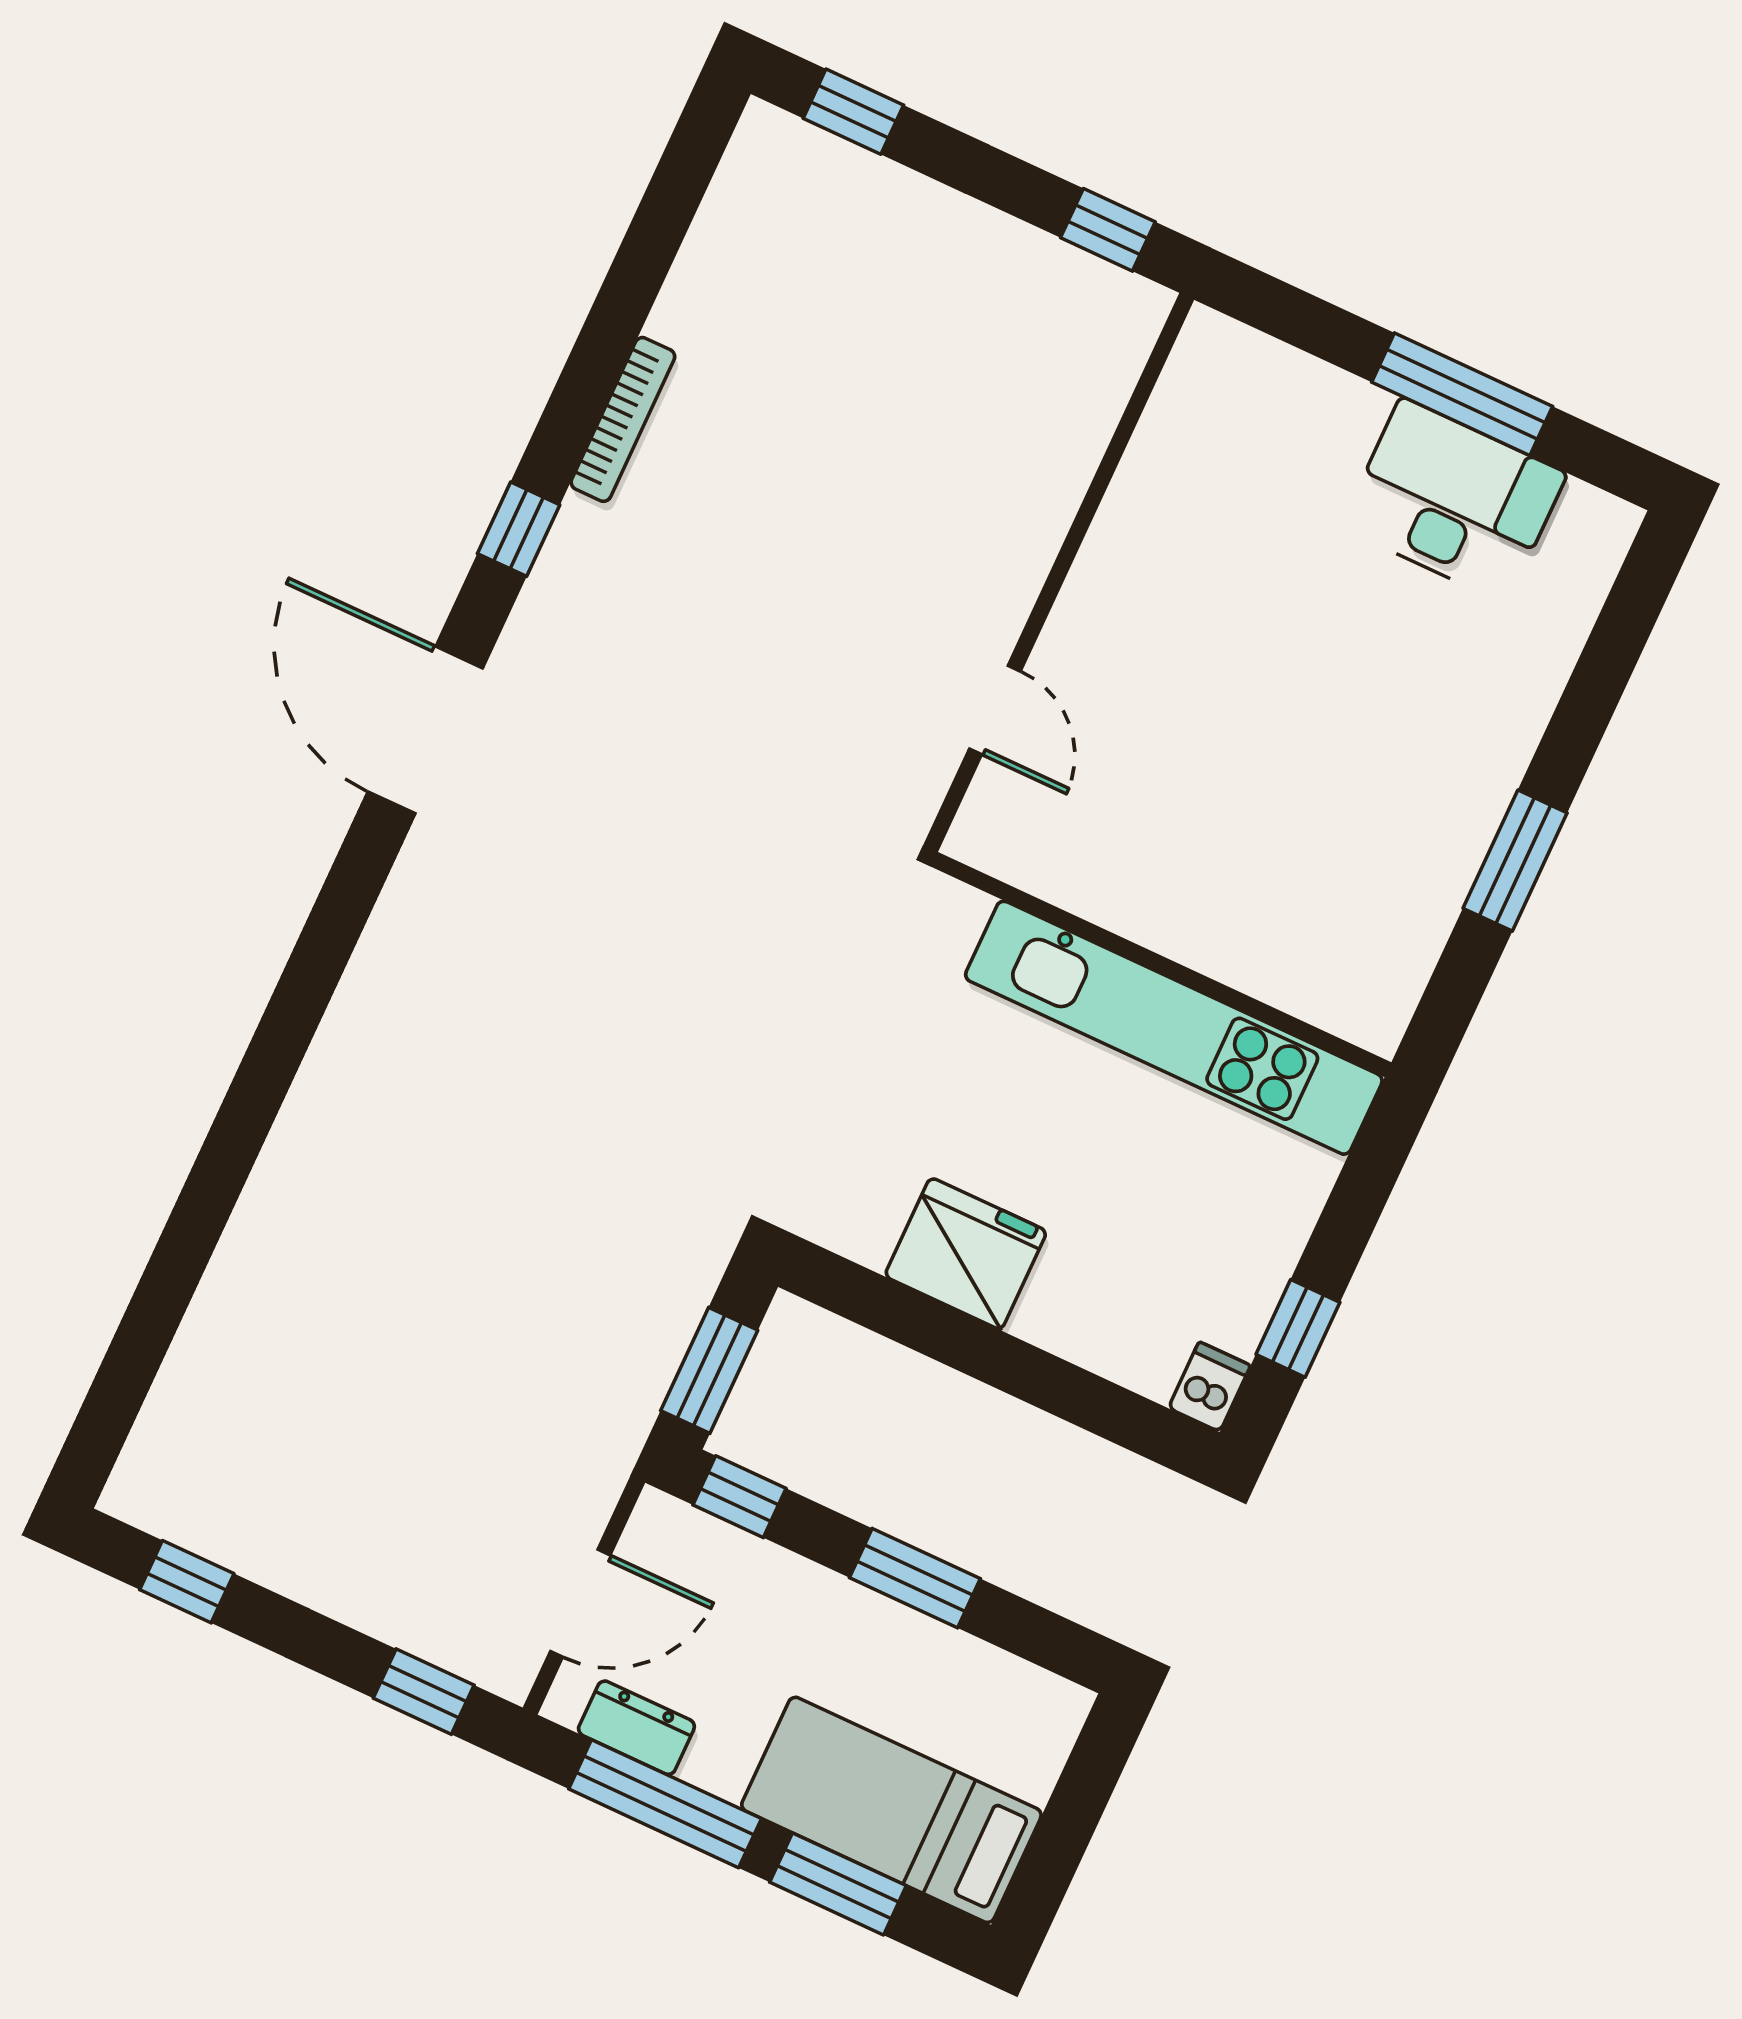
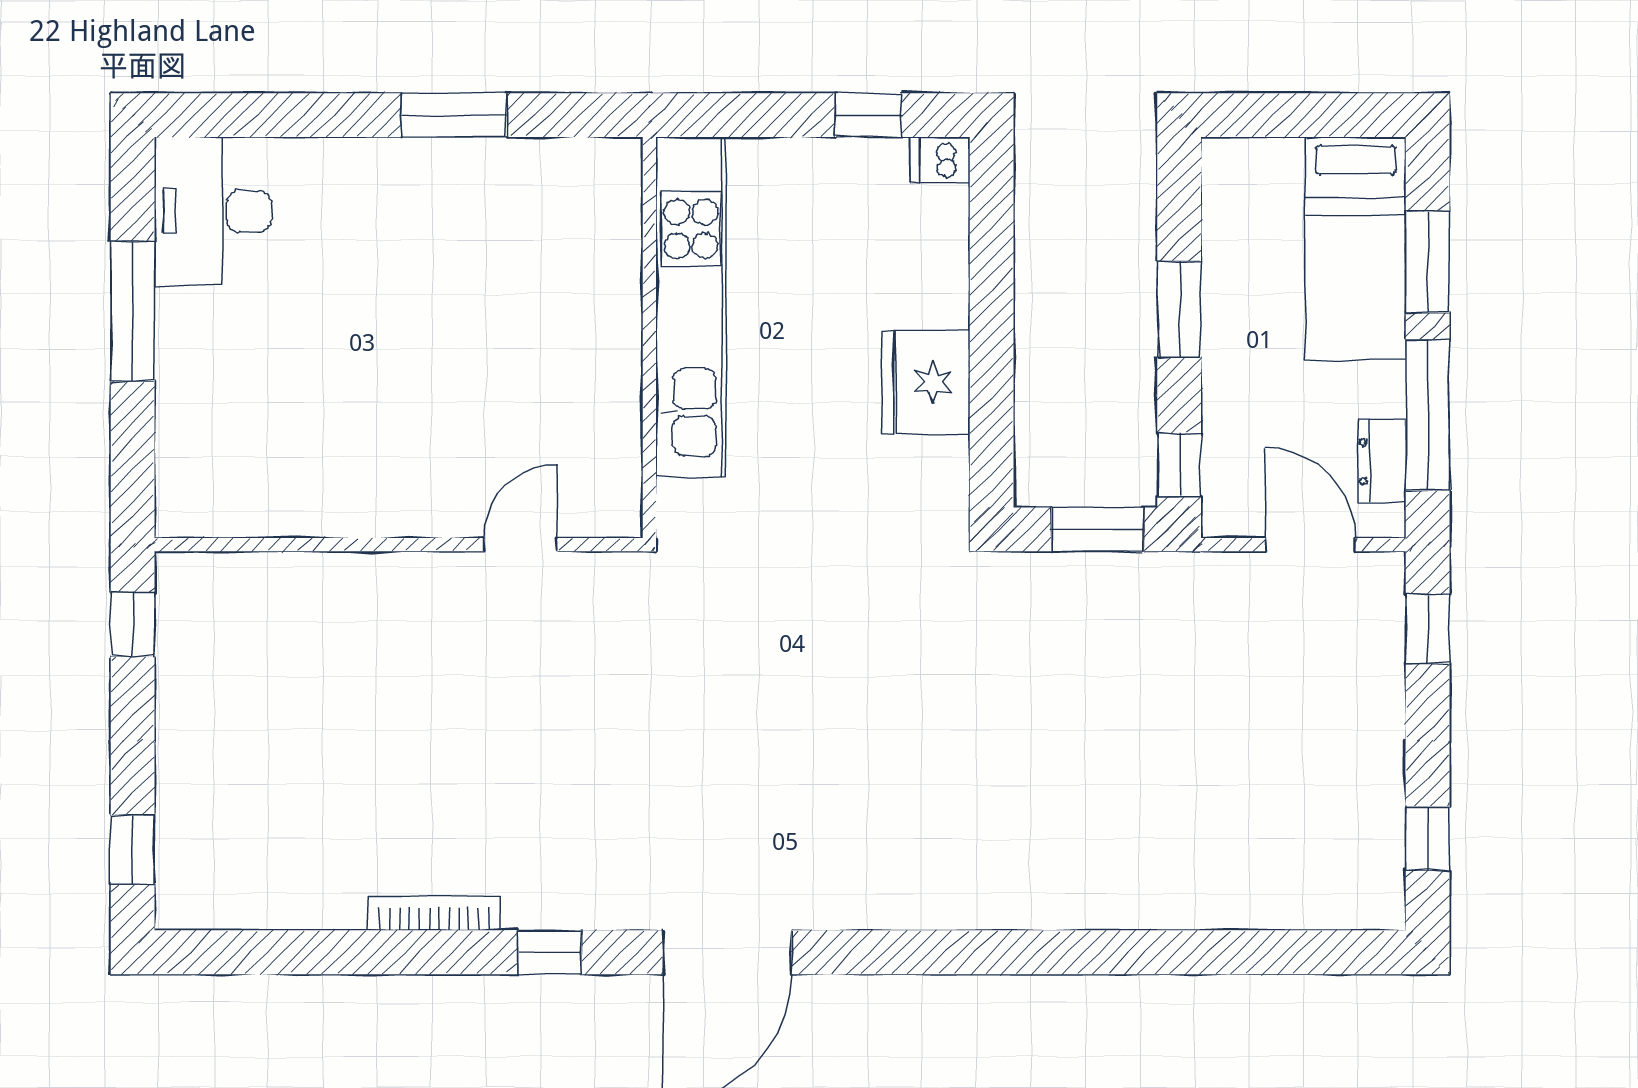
desk: (1454, 500) -> (213, 211), moved

